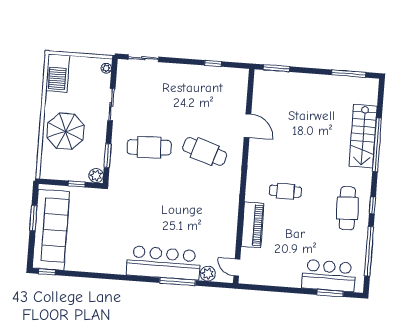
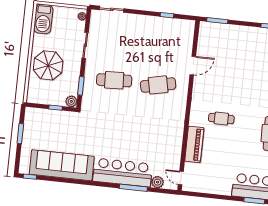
door: (248, 126) -> (193, 66), hinge flipped
cafe table: (205, 151) -> (158, 85), turned -30
sofa: (51, 230) -> (62, 165), moved, turned -90

